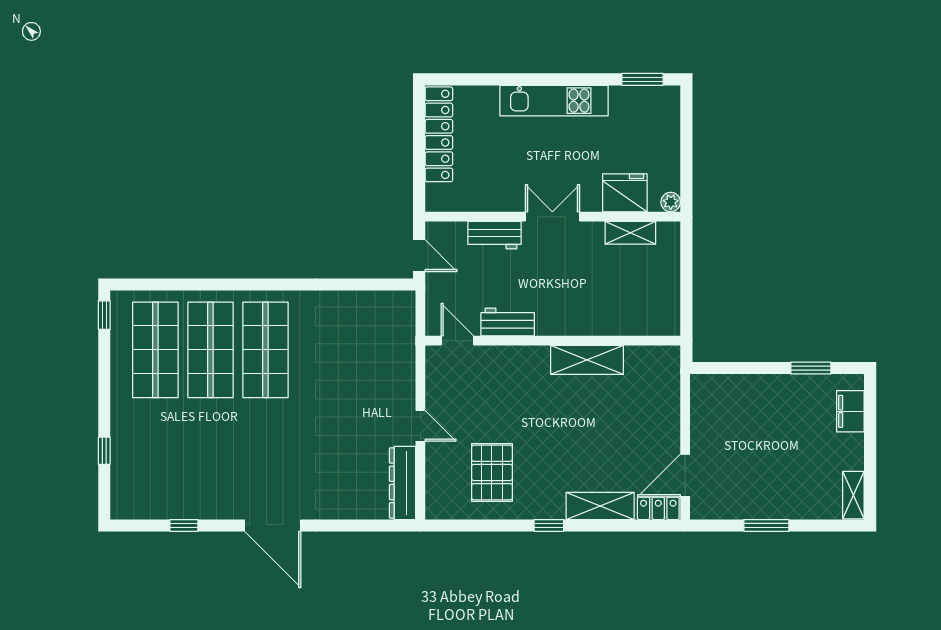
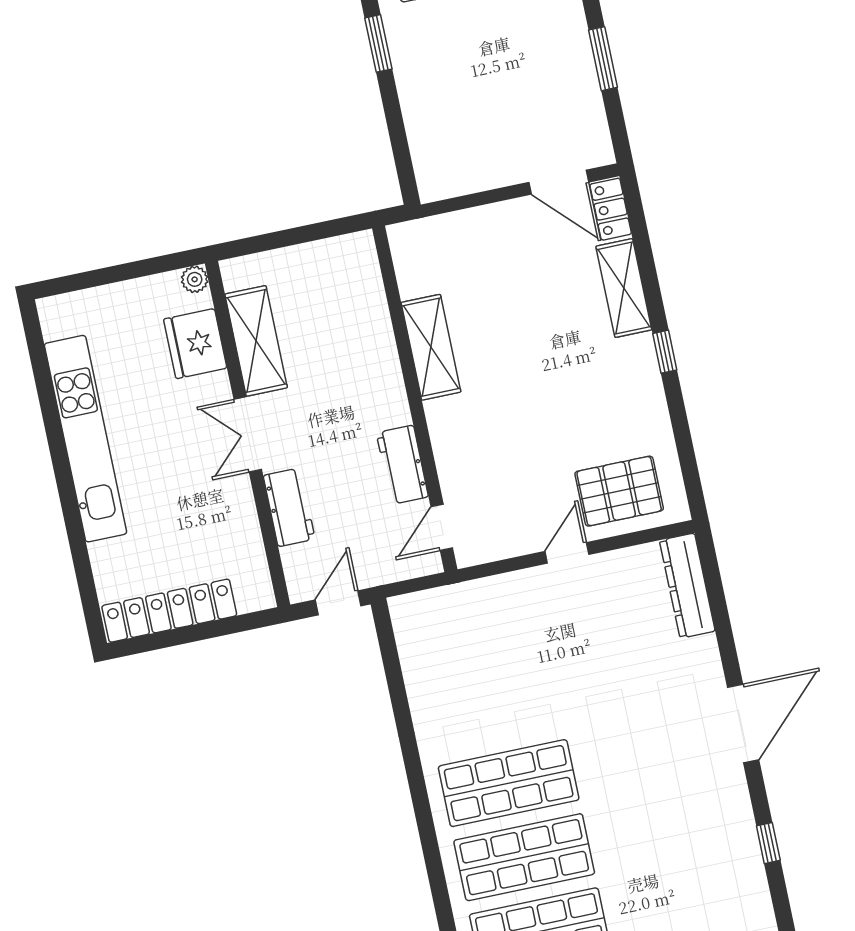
window: (642, 79) -> (37, 352), removed
kitchen unit: (554, 101) -> (86, 439), width x1.36
shelving: (630, 233) -> (256, 341), width x1.50, depth x1.33
pallet: (492, 472) -> (619, 491), moved
dresser: (403, 483) -> (687, 586), moved, turned 90

